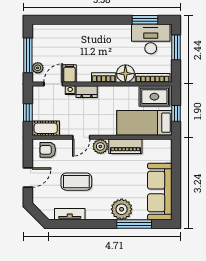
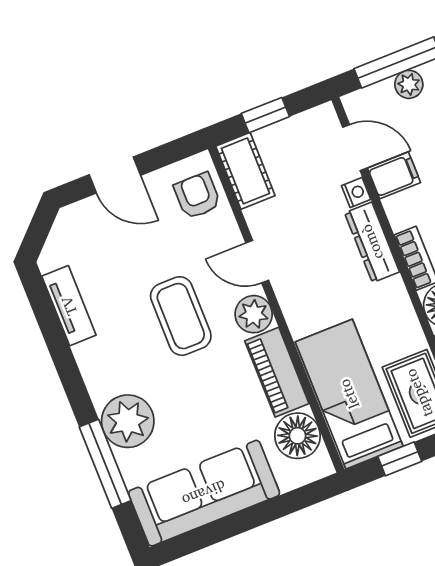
plant: (38, 68) -> (409, 84), moved
dresser: (87, 92) -> (372, 242), width x1.44
floor lamp: (152, 148) -> (297, 436), added
coffee table: (76, 182) -> (181, 316), moved

